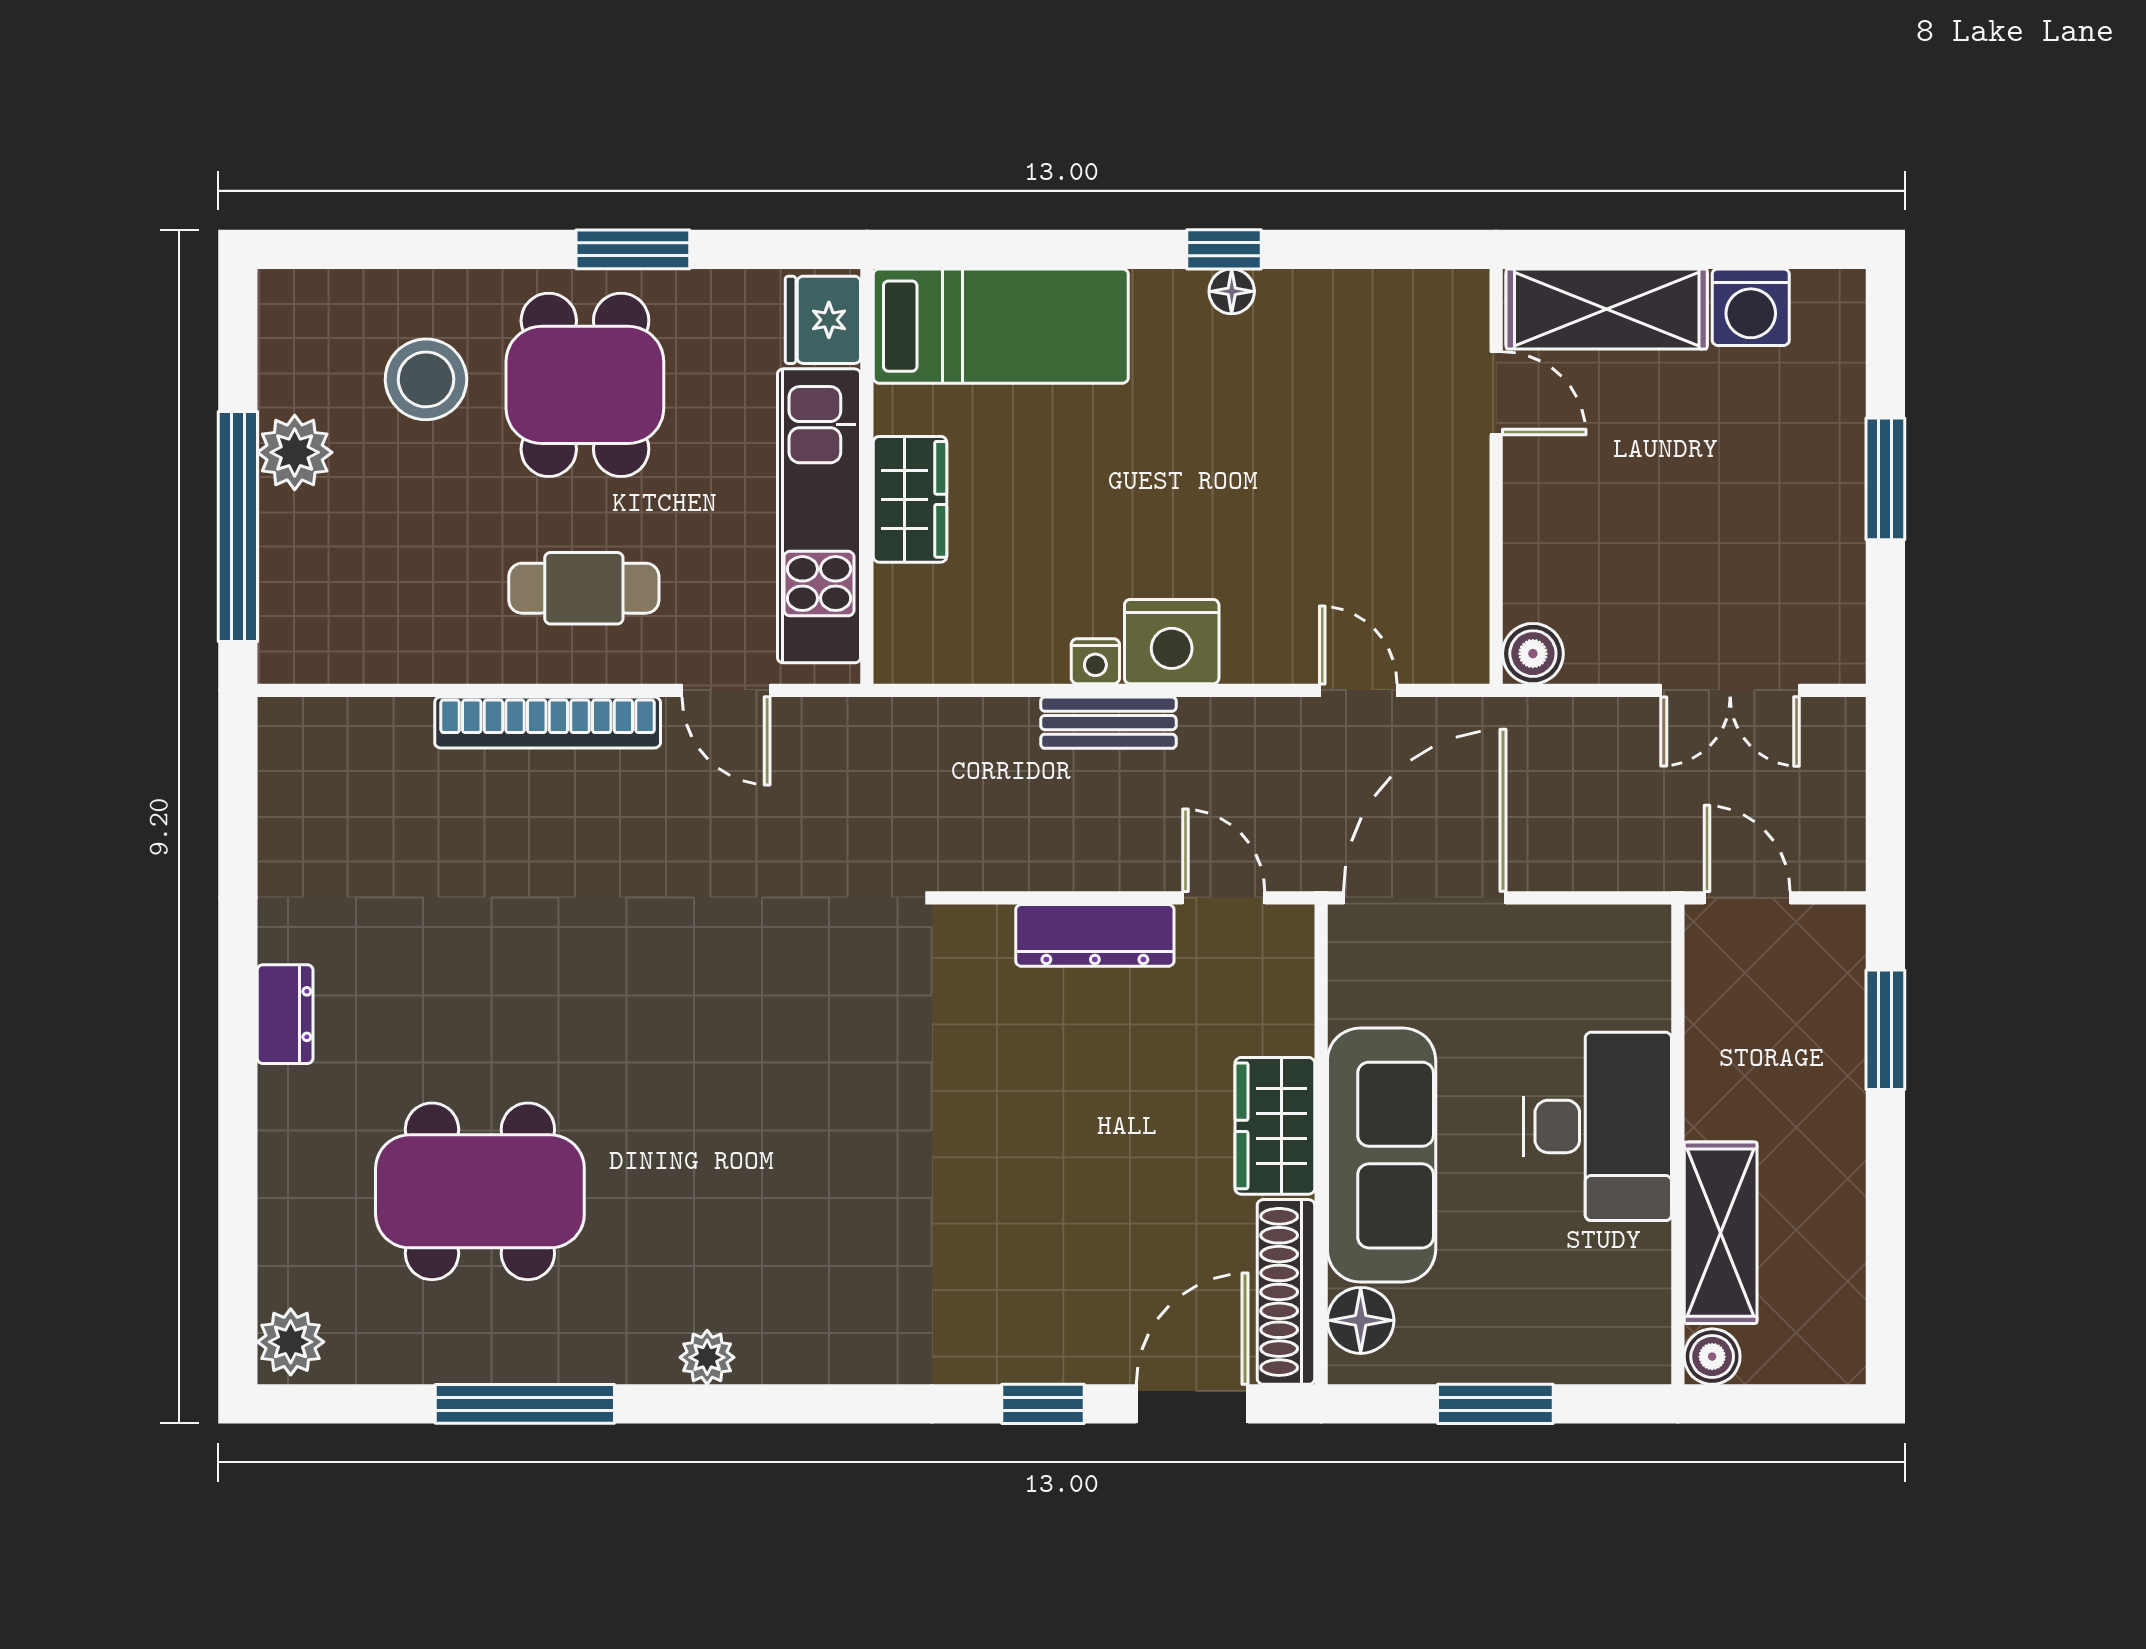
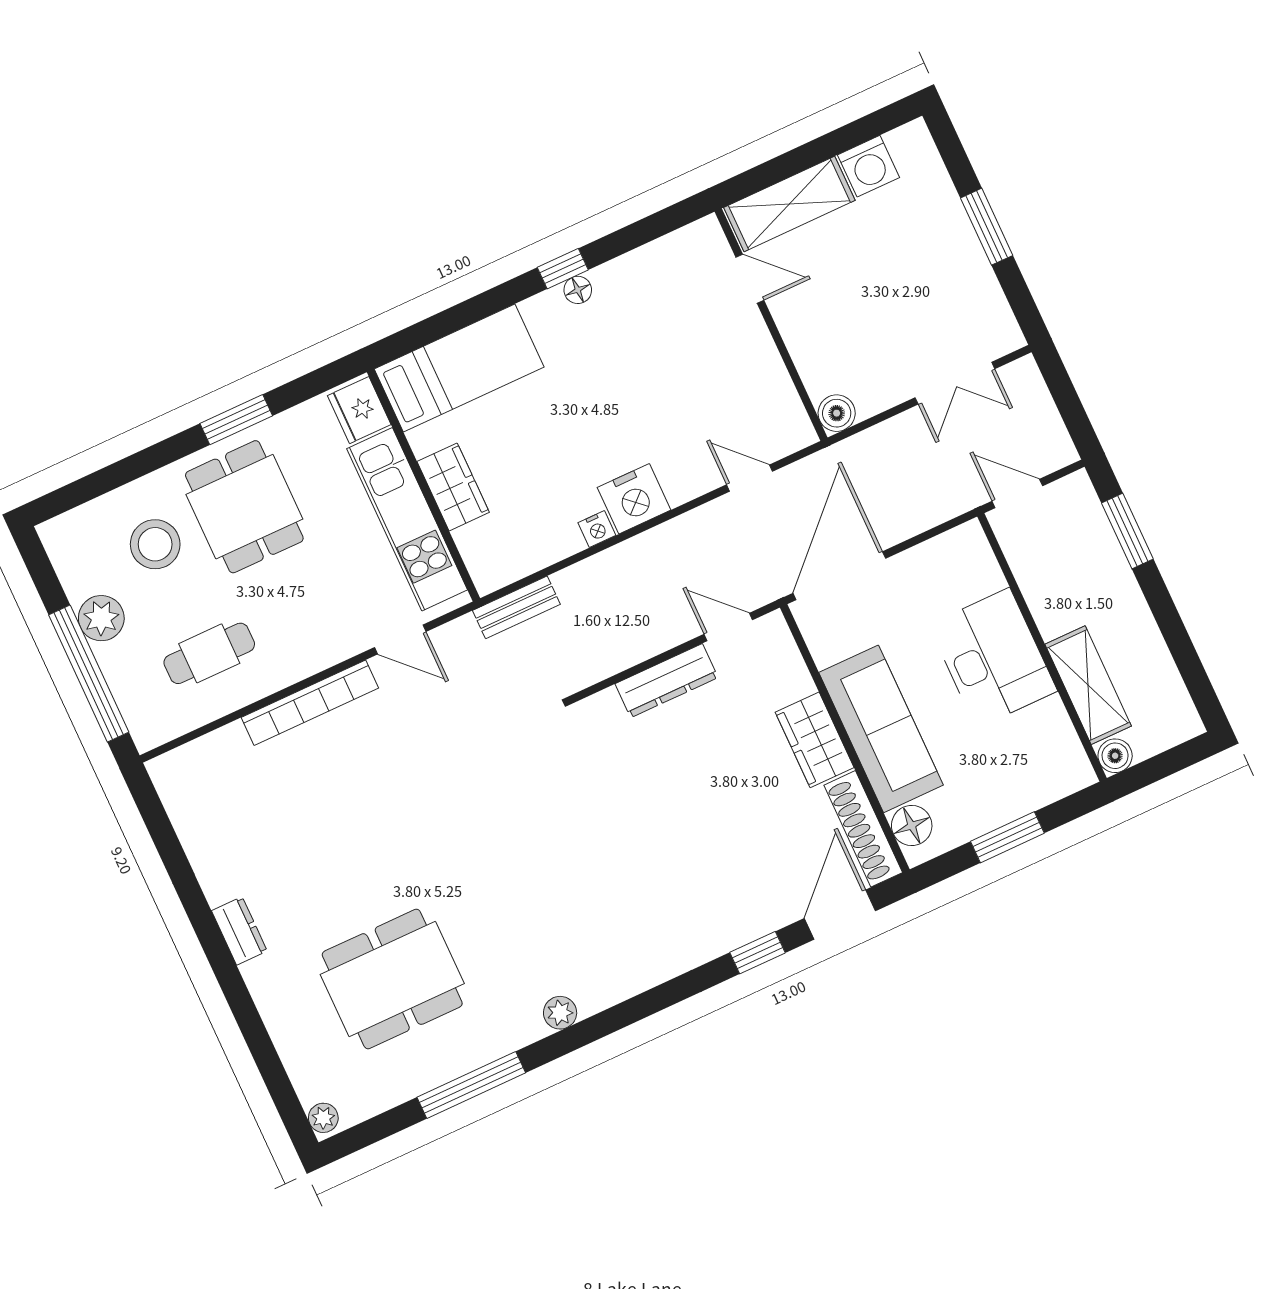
cafe table: (584, 588) -> (209, 653), moved
bench: (1108, 723) -> (516, 607), moved
plant: (291, 1342) -> (323, 1118), width x0.73, depth x0.73

